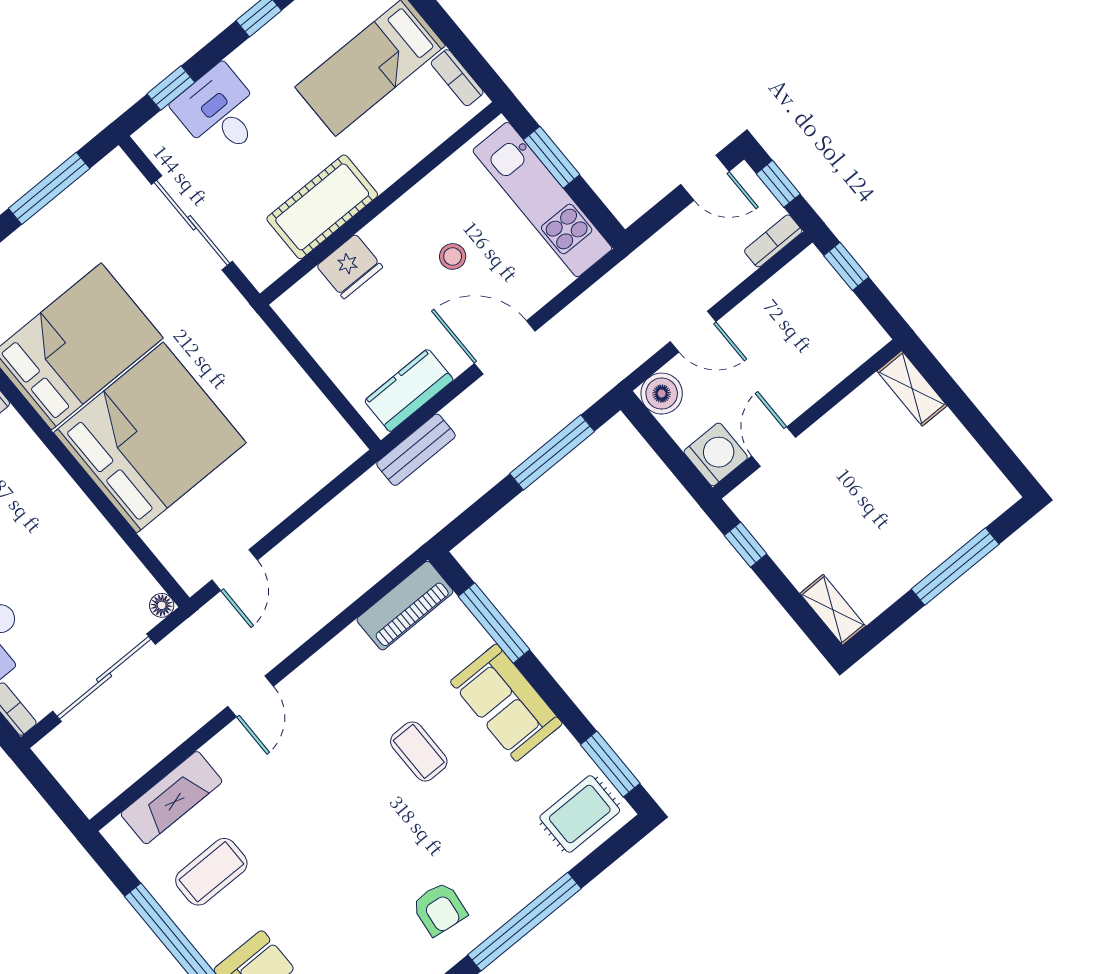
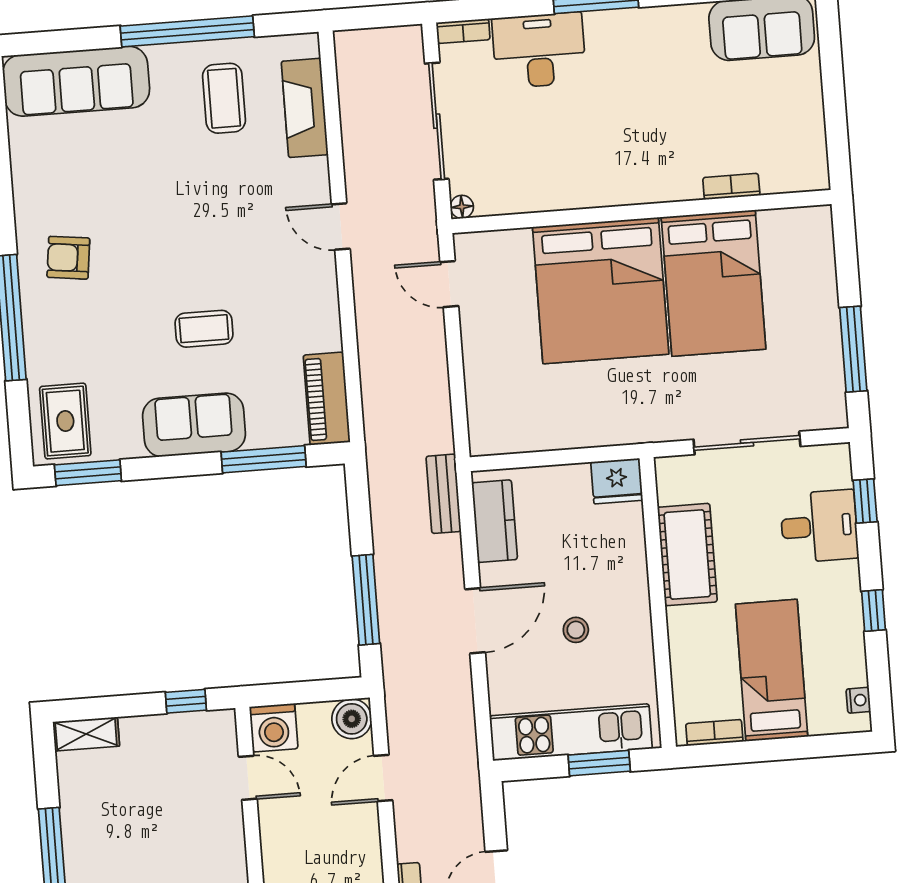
fridge: (350, 266) -> (617, 481), moved, turned -90

